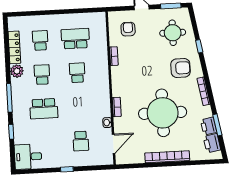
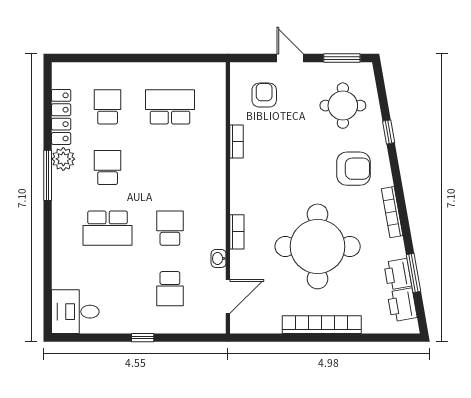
school desk: (77, 73) -> (170, 228), moved
window: (9, 98) -> (48, 175), moved
window: (11, 132) -> (48, 266), removed

